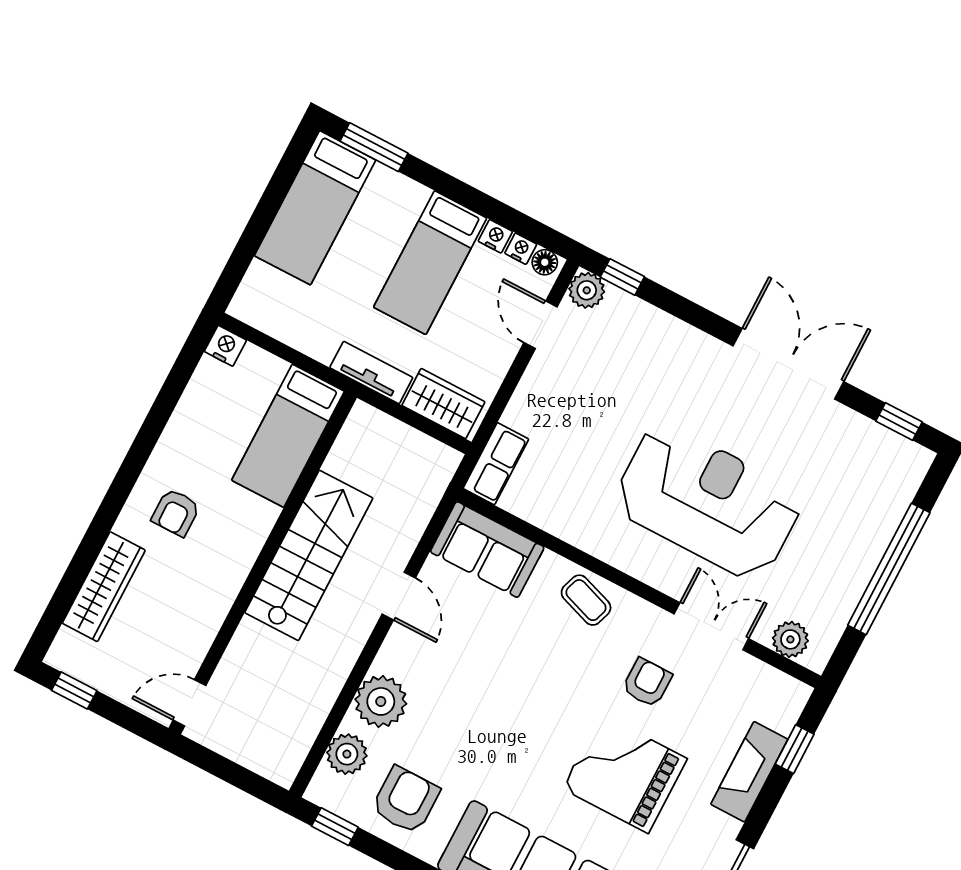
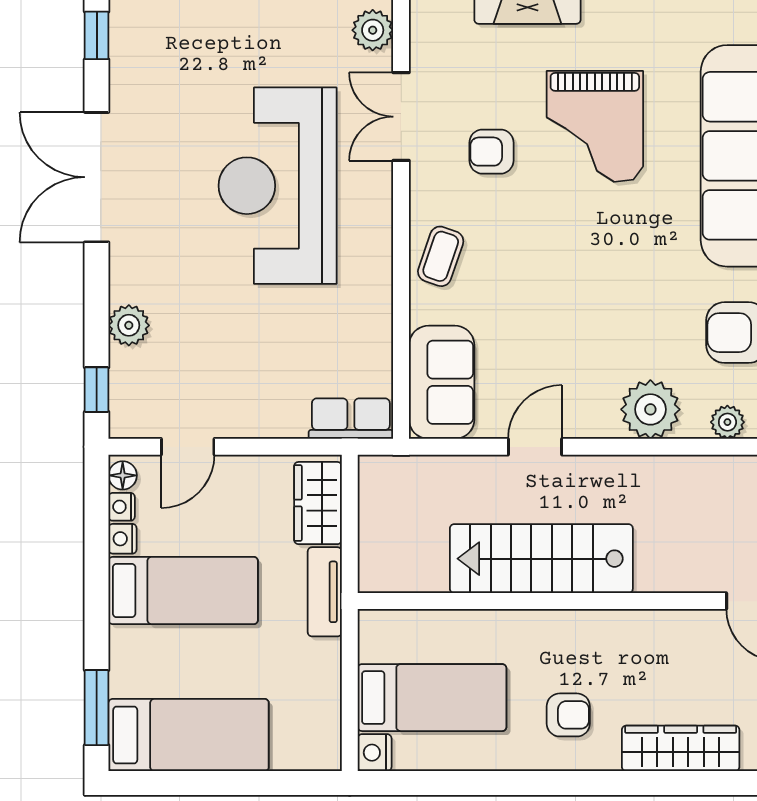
plant: (587, 290) -> (129, 325), moved
bed: (288, 436) -> (432, 698), moved
plant: (347, 754) -> (727, 422), width x0.73, depth x0.73

